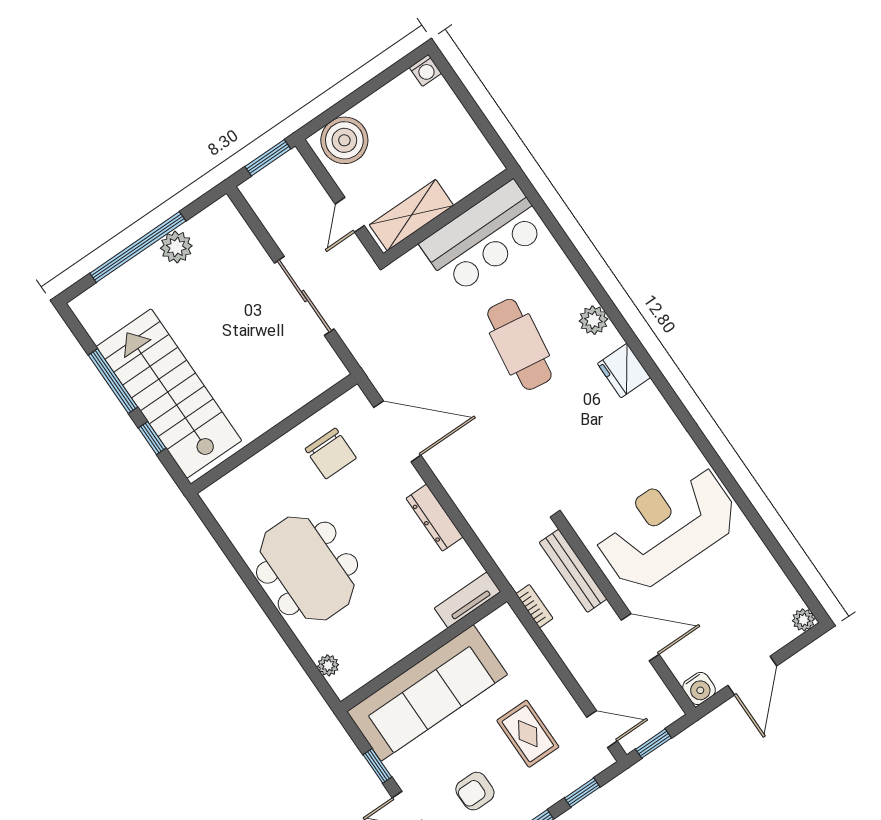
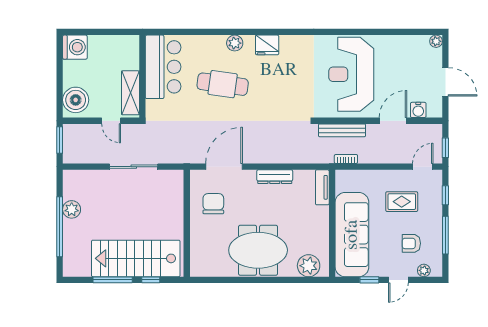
washing machine: (425, 70) -> (75, 47), width x1.89, depth x1.89
chair: (331, 453) -> (213, 204), turned -90
plant: (328, 665) -> (309, 266), width x1.88, depth x1.88
water cooler: (699, 688) -> (418, 110), moved, turned 90
armchair: (475, 791) -> (411, 243), turned 90

